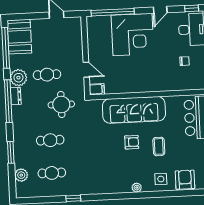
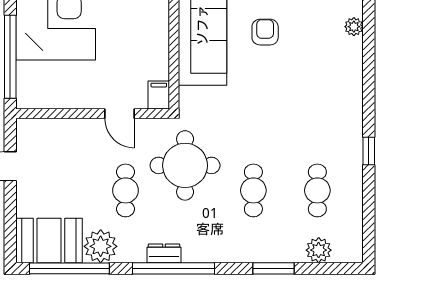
door: (86, 70) -> (120, 114), swing flipped
plant: (18, 78) -> (101, 246), moved
round table: (61, 105) -> (185, 165), width x1.36, depth x1.36

